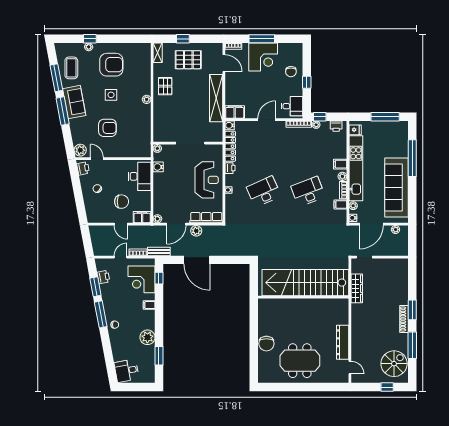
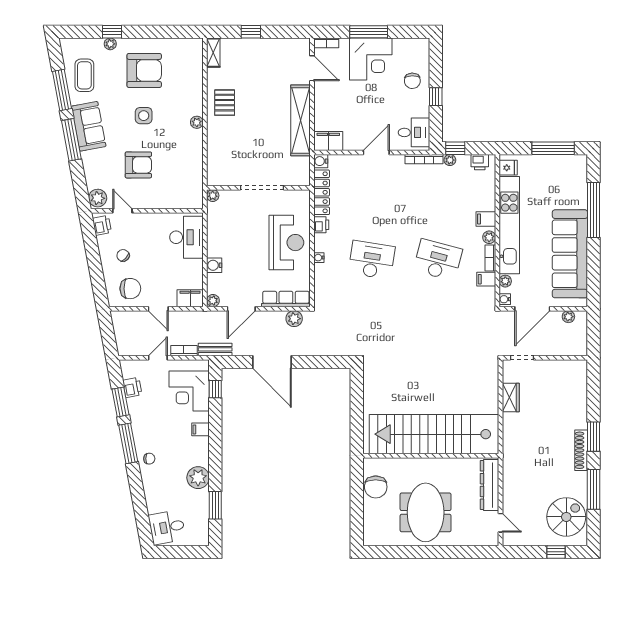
pallet: (188, 60) -> (259, 63), removed
water cooler: (158, 167) -> (214, 265), moved
desk: (264, 192) -> (372, 260), turned 33
desk: (308, 192) -> (438, 260), turned 36
chair: (122, 202) -> (130, 289), moved
plant: (196, 231) -> (294, 319), moved
stairs: (305, 283) -> (434, 434), moved
wardrobe: (357, 288) -> (511, 397), width x0.67
wall: (303, 297) -> (431, 456), moved
meeting table: (300, 361) -> (426, 512), turned 90

